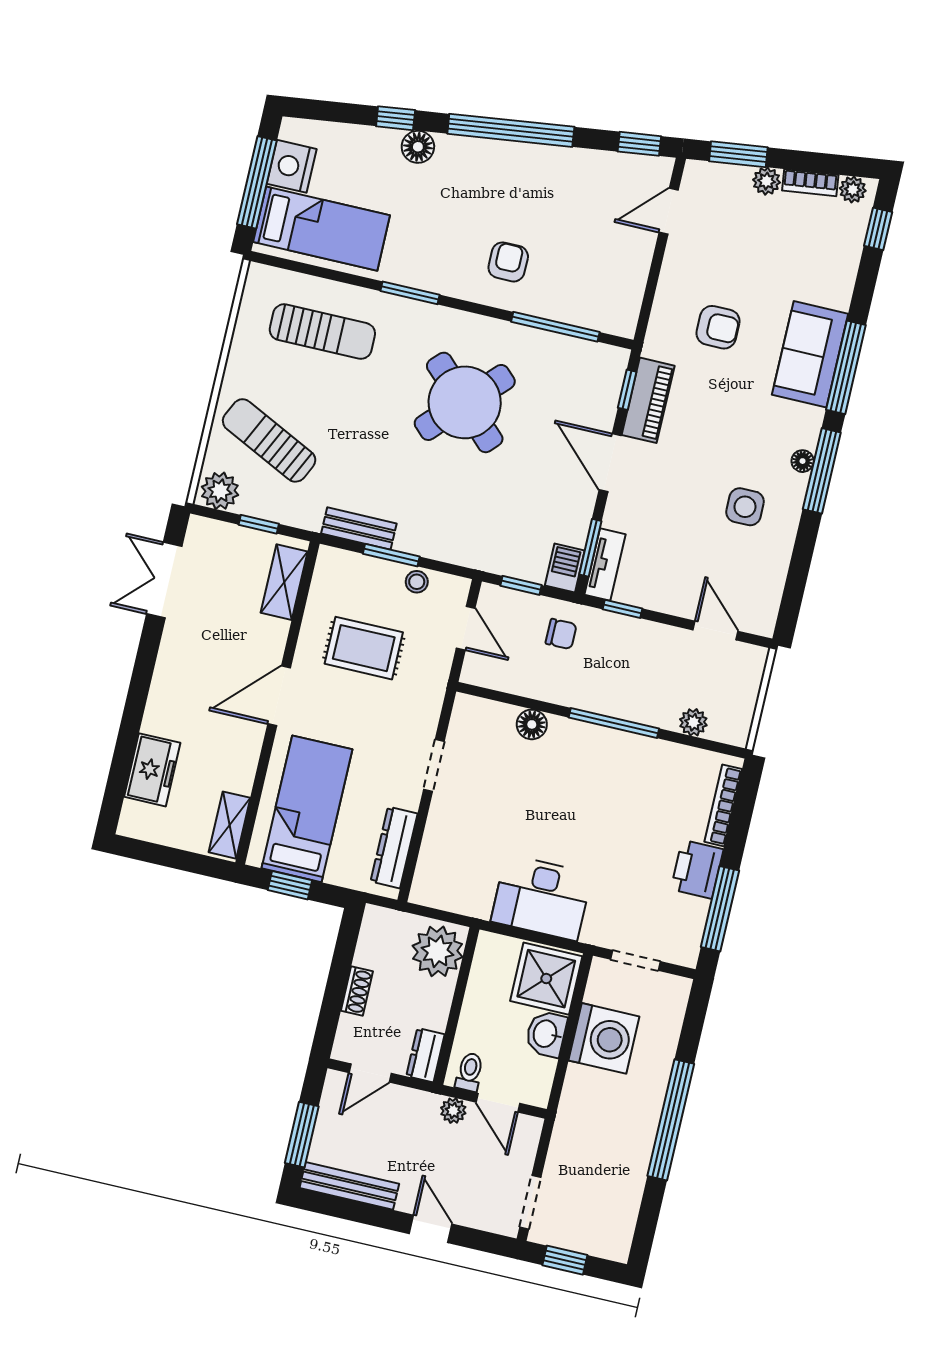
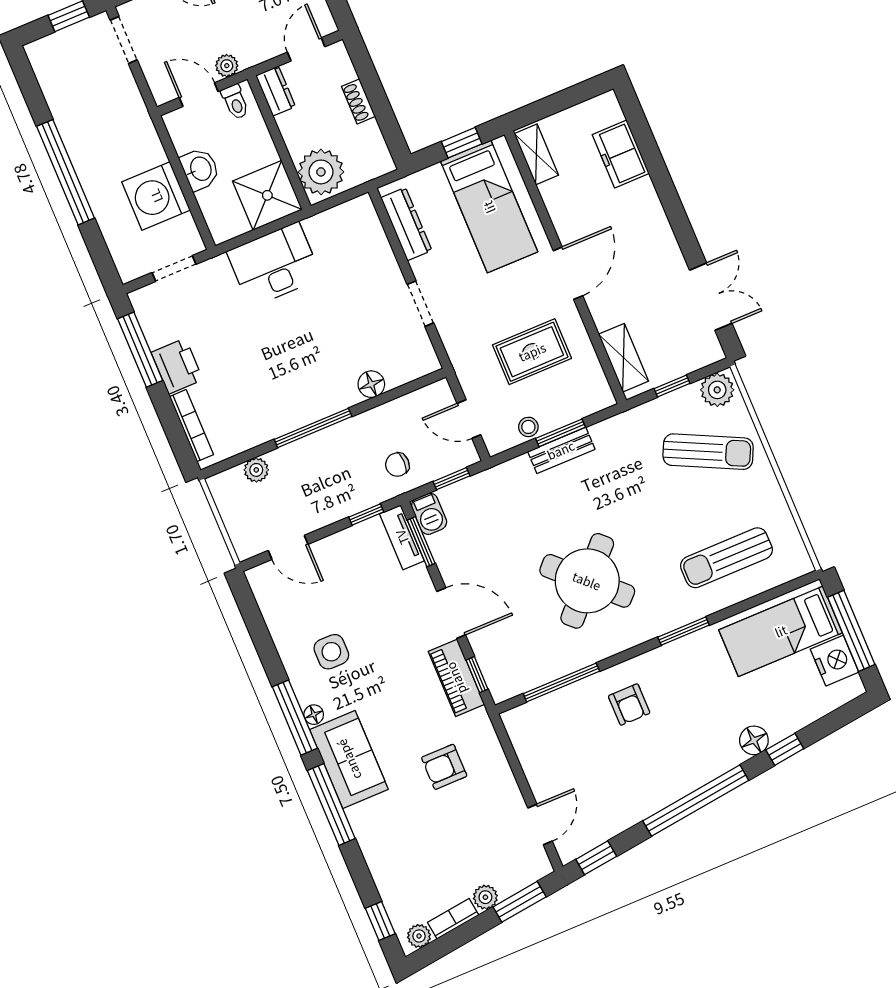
sofa: (810, 354) -> (349, 759), moved
bench: (359, 529) -> (561, 450), moved
shower: (546, 979) -> (267, 195), moved

